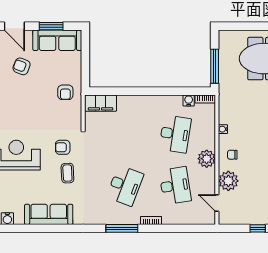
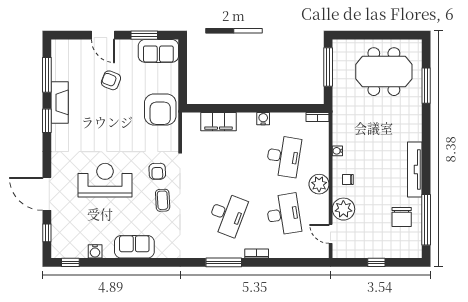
sofa: (57, 40) -> (158, 51), width x0.73
window: (215, 66) -> (328, 67), moved
armchair: (65, 92) -> (160, 109), width x1.88, depth x1.88
water cooler: (189, 101) -> (263, 119), moved
filing cabinet: (101, 103) -> (218, 122), moved
armchair: (63, 147) -> (157, 171), turned -92
sofa: (49, 214) -> (134, 247), width x0.73

